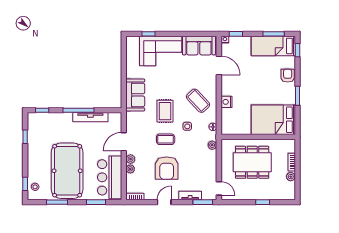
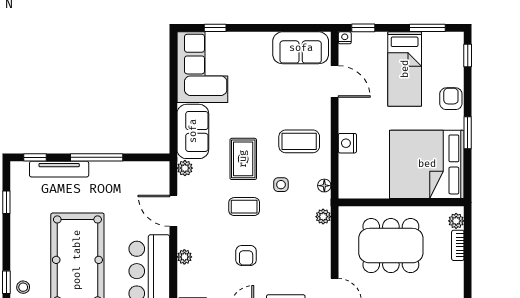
bed: (273, 46) -> (405, 69), moved, turned -90
corner sofa: (161, 51) -> (202, 67), moved, turned -90
coffee table: (198, 101) -> (299, 141), turned -47
tv unit: (90, 117) -> (59, 169), moved
bed: (273, 120) -> (427, 164), width x1.36
door: (124, 142) -> (173, 211), hinge flipped
plant: (131, 159) -> (185, 168), moved
armchair: (167, 168) -> (246, 255), width x0.53, depth x0.53
plant: (291, 177) -> (456, 221), moved

